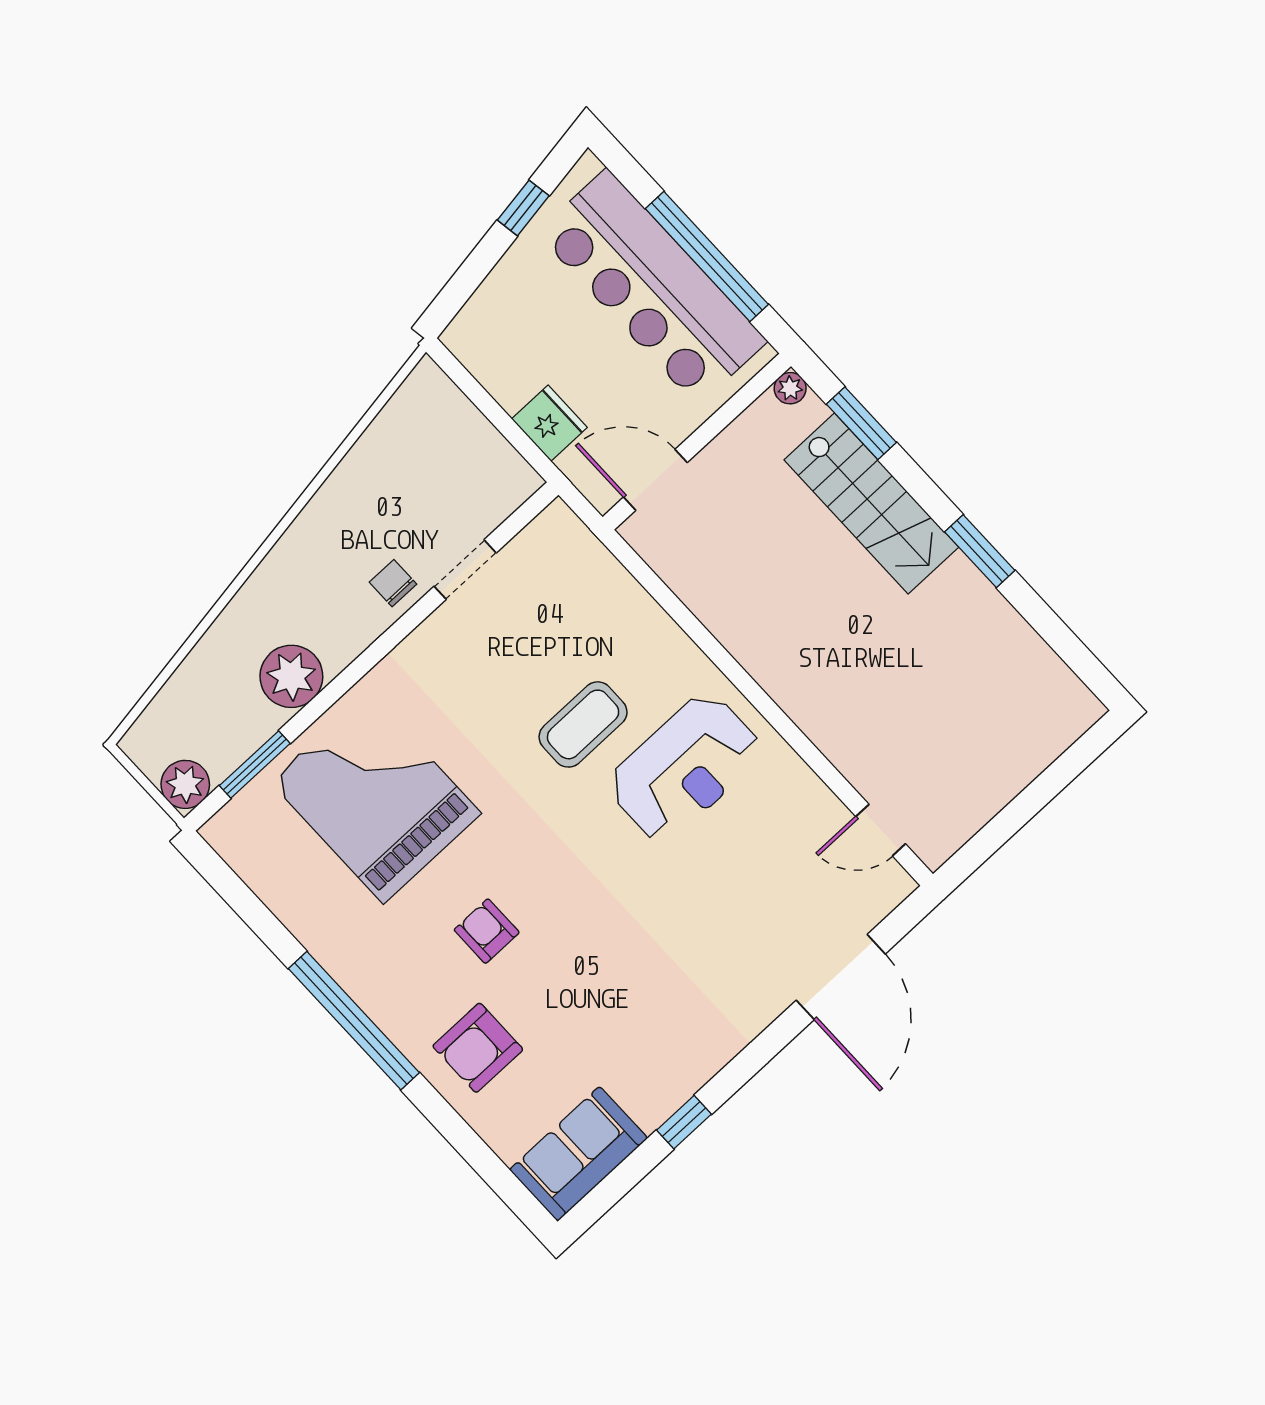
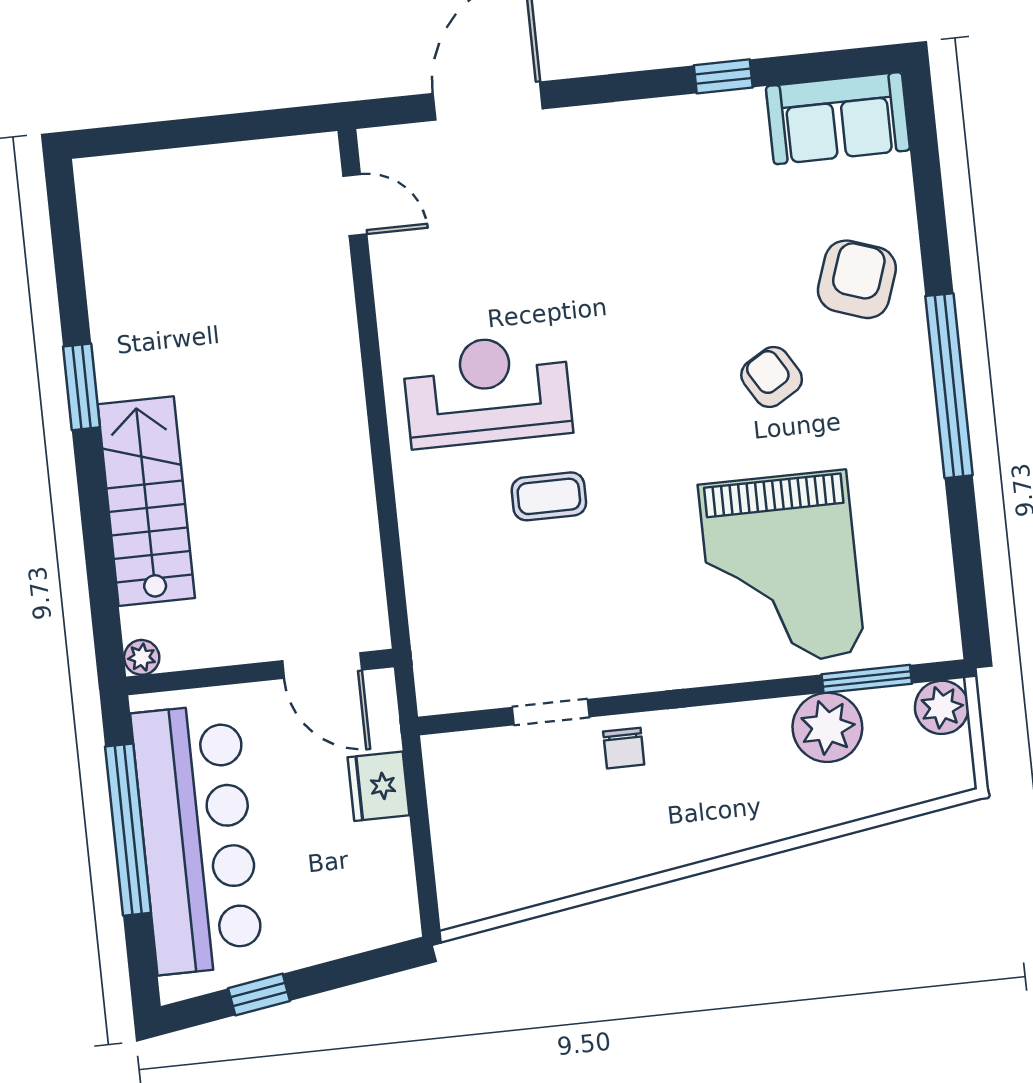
window: (861, 423) -> (102, 579), removed
plant: (291, 676) -> (827, 727), moved
coffee table: (583, 724) -> (549, 496), width x0.73, depth x0.77
armchair: (487, 931) -> (772, 377), turned 149
armchair: (478, 1048) -> (857, 279), turned -71

